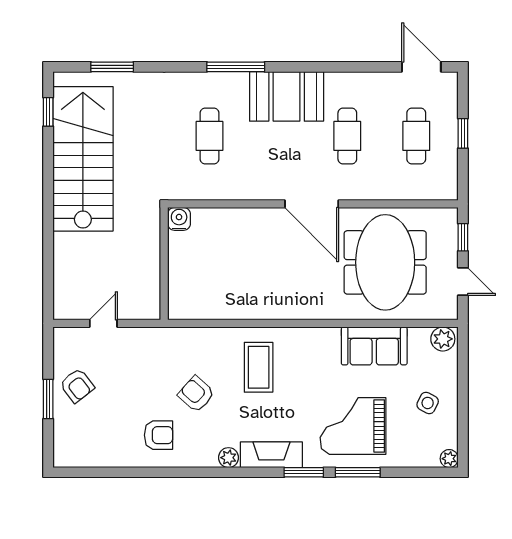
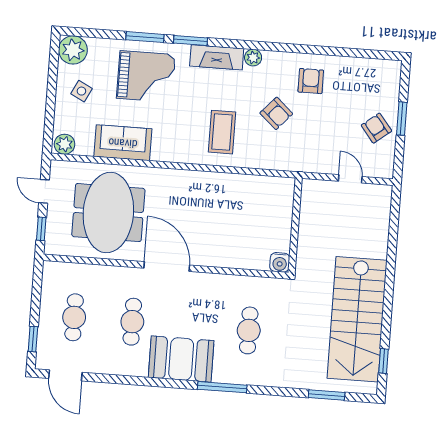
window: (463, 133) -> (33, 339), moved
door: (103, 323) -> (350, 179), swing flipped
armchair: (159, 435) -> (311, 81), turned 90
plant: (449, 459) -> (73, 50), width x1.87, depth x1.87

